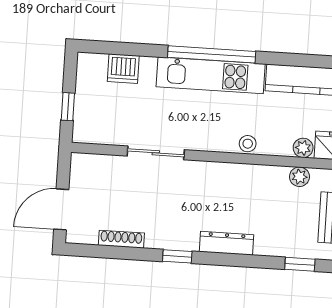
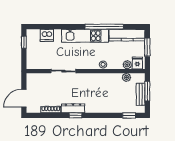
window: (212, 54) -> (104, 27), moved
window: (68, 107) -> (24, 42), moved
dresser: (227, 243) -> (73, 108), moved

